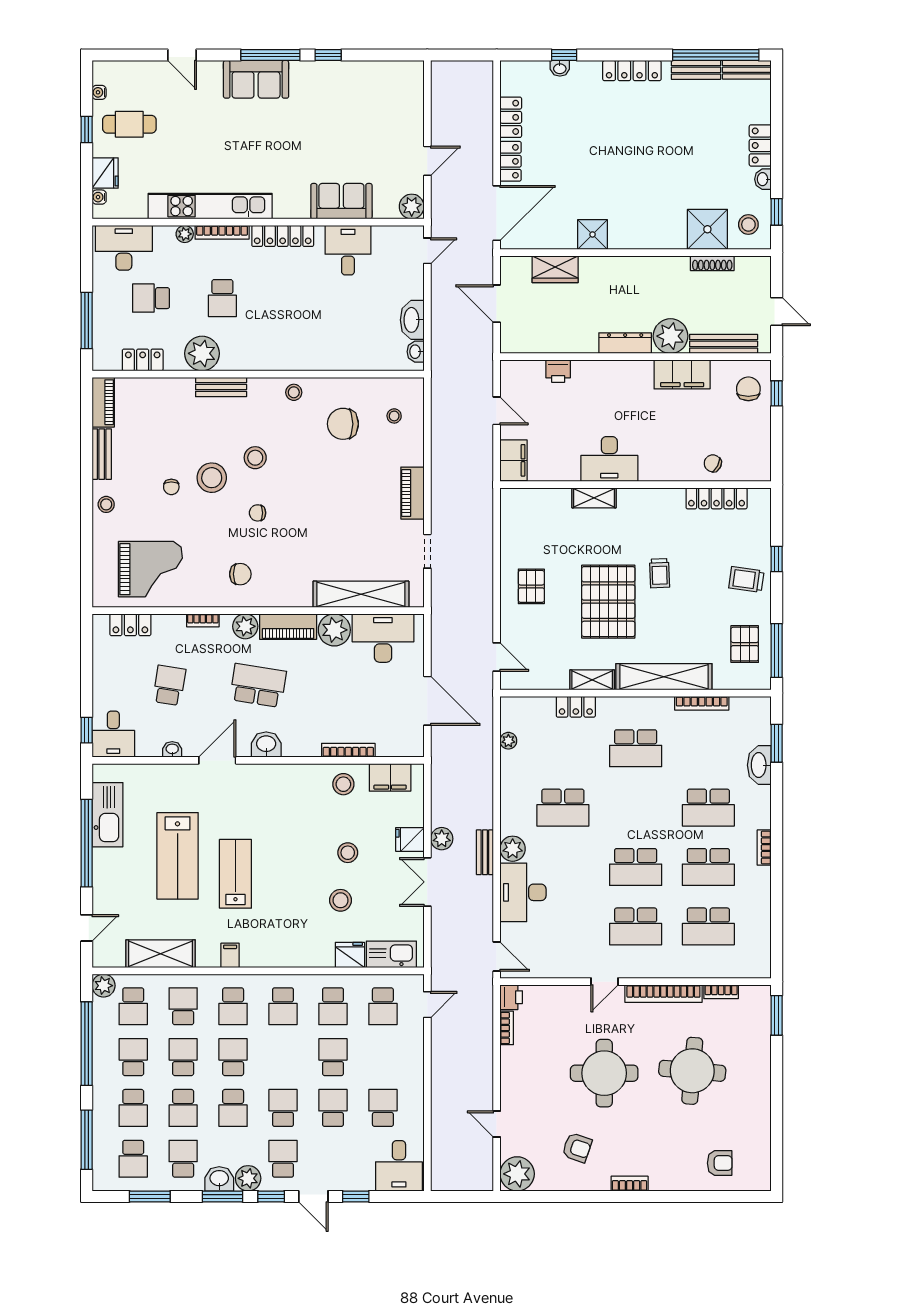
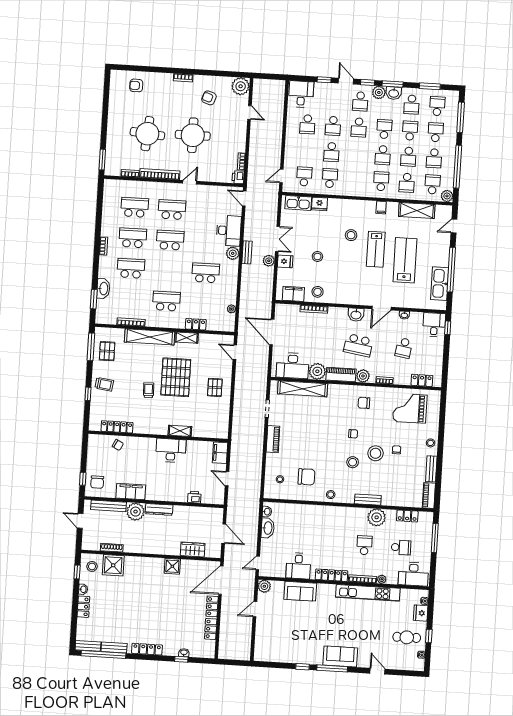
stool: (341, 900) -> (351, 235), moved
school desk: (283, 1006) -> (356, 180), removed

